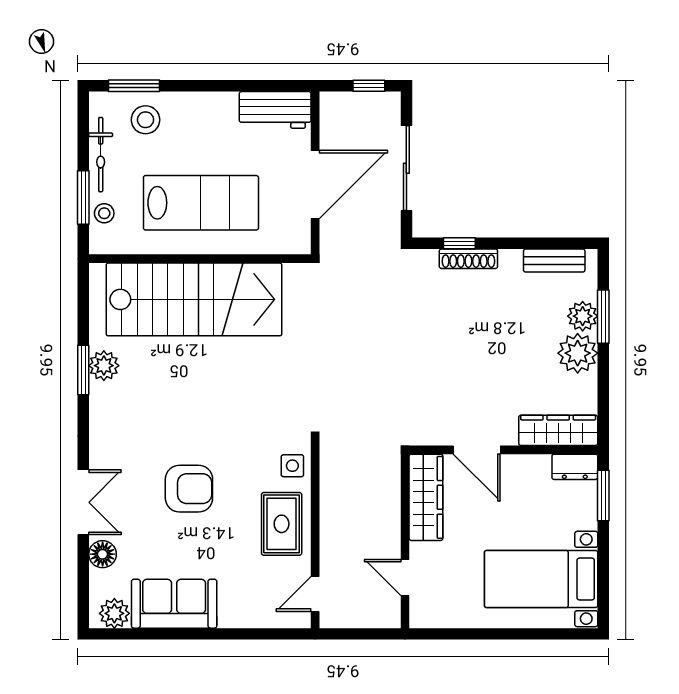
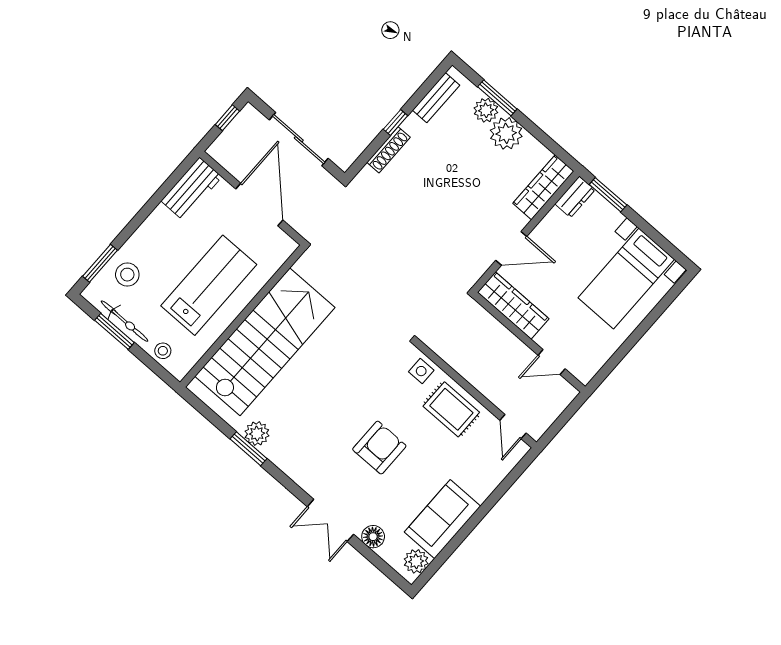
window: (83, 198) -> (114, 331), moved
window: (459, 243) -> (395, 122), moved
double door: (83, 502) -> (330, 520), swing flipped

